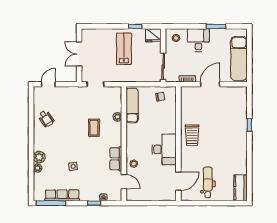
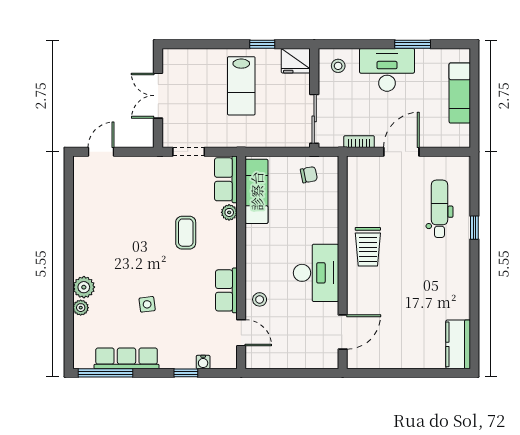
desk: (198, 40) -> (387, 70), width x1.37
lab bench: (124, 49) -> (241, 86), turned 180
exam couch: (239, 59) -> (460, 93), width x0.73, depth x0.69
row of seats: (116, 99) -> (226, 179), added
wheelchair: (46, 119) -> (97, 216), removed
dental chair: (208, 182) -> (439, 209), moved

